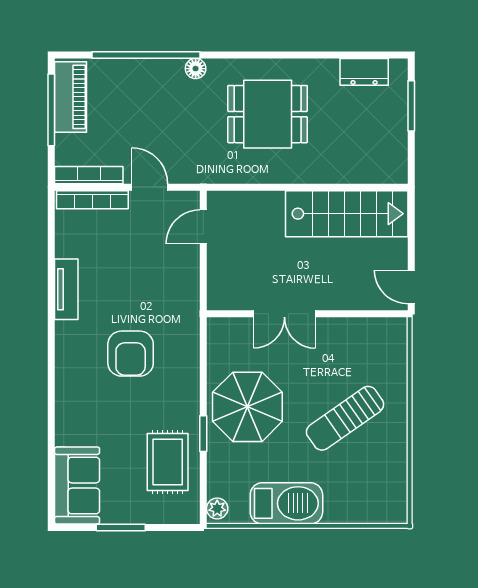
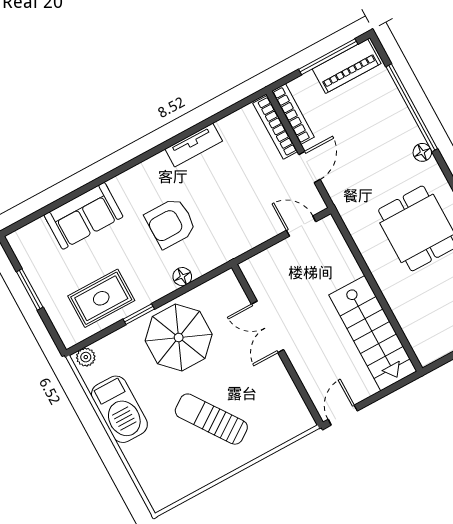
floor lamp: (190, 371) -> (182, 277), added
sofa: (77, 486) -> (83, 216), moved

